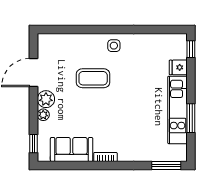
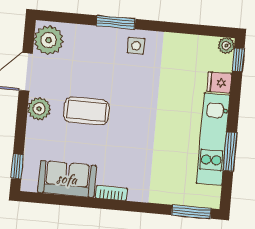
window: (97, 30) -> (116, 22), added
plant: (181, 39) -> (226, 46), added
coffee table: (93, 78) -> (86, 111), moved
plant: (43, 115) -> (49, 40), moved, width x1.87, depth x1.87

